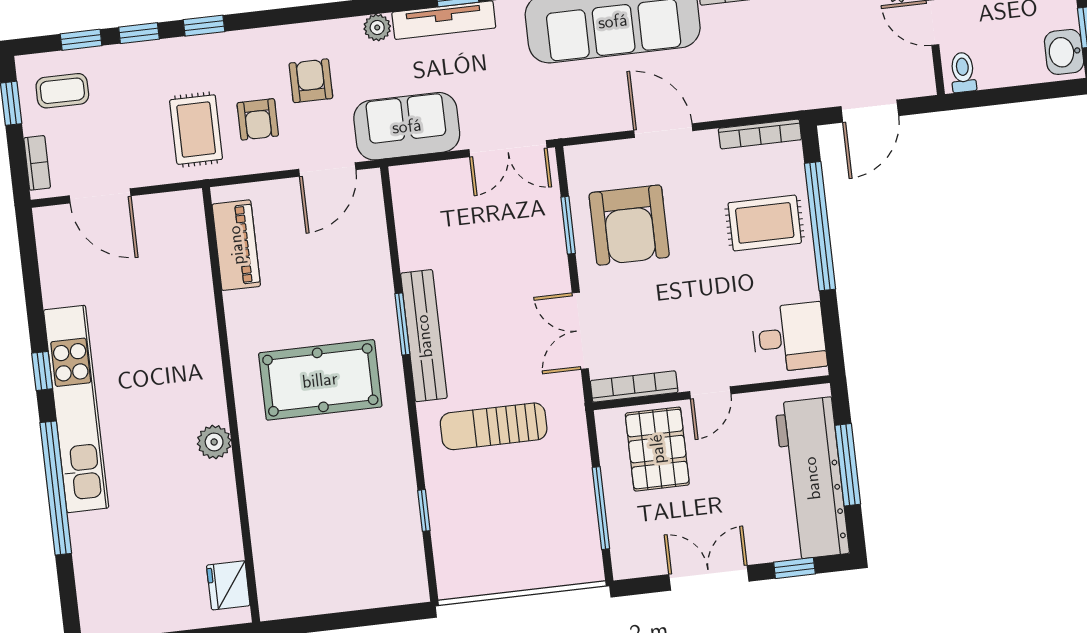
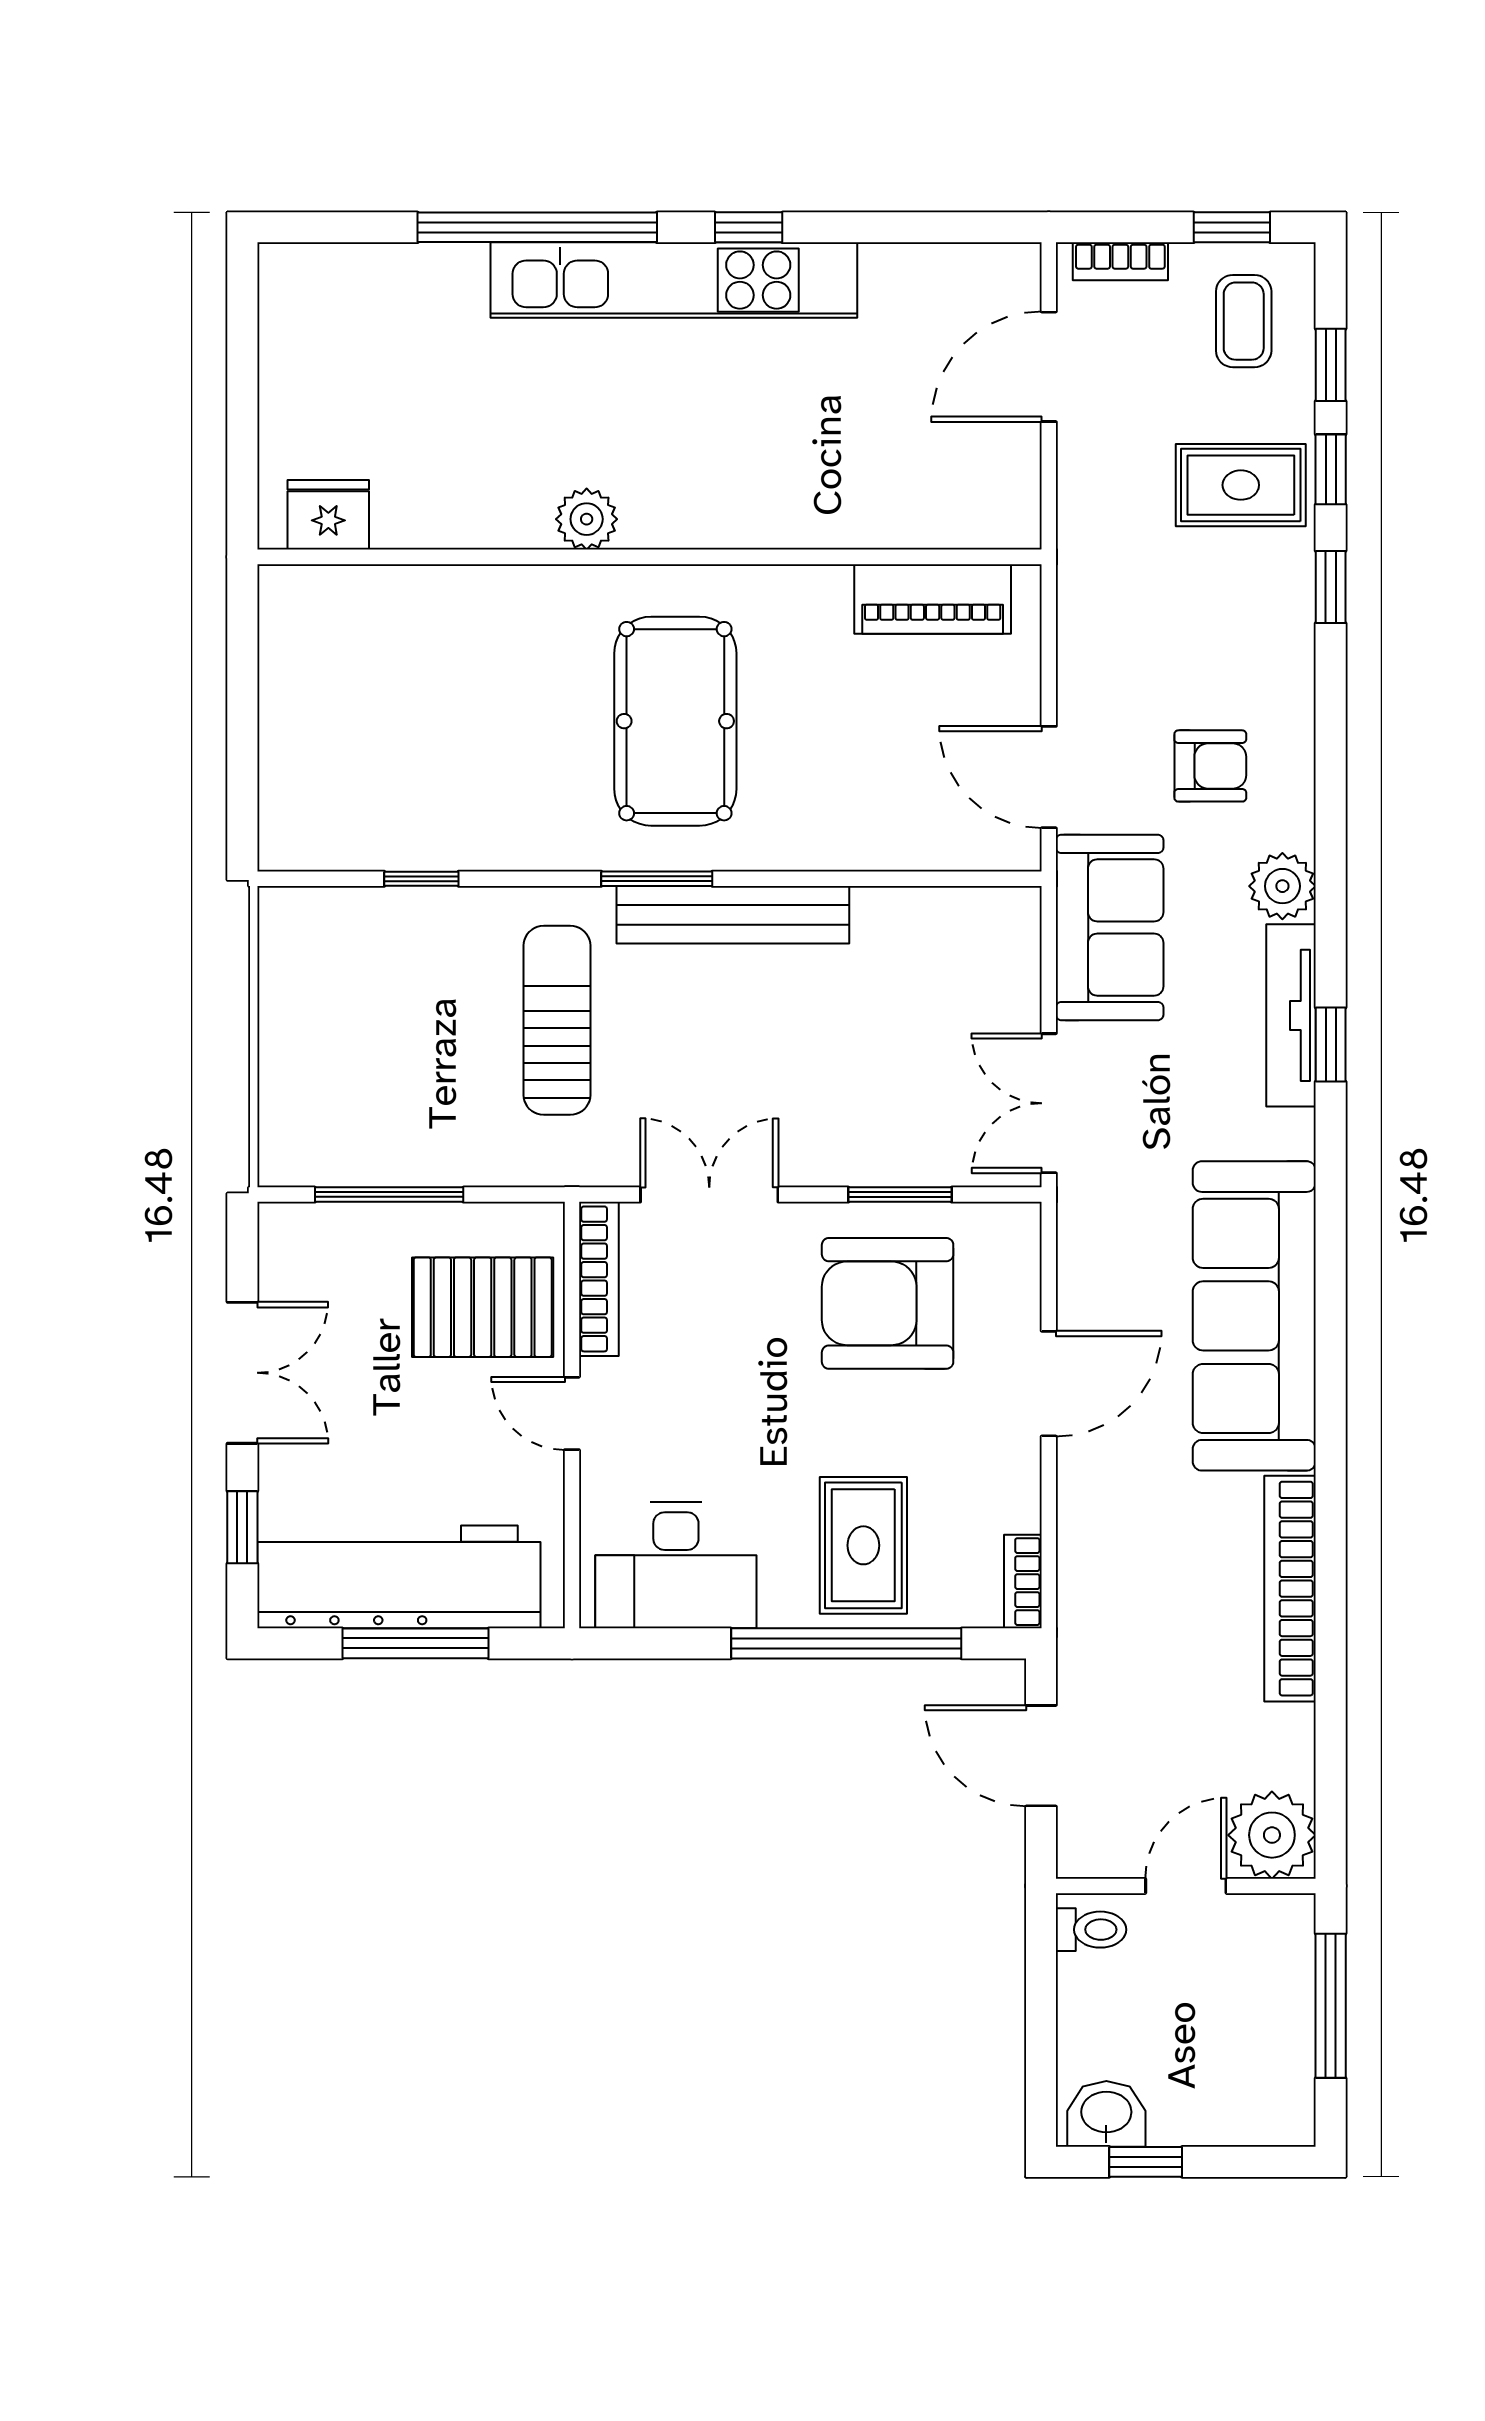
plant: (377, 27) -> (1282, 886), width x1.38, depth x1.38
armchair: (258, 119) -> (1152, 663), removed
rug: (196, 130) -> (1241, 485), moved
bookcase: (760, 134) -> (1023, 1582), width x0.64
window: (402, 324) -> (657, 879), moved
desk: (789, 338) -> (676, 1565), width x1.37

